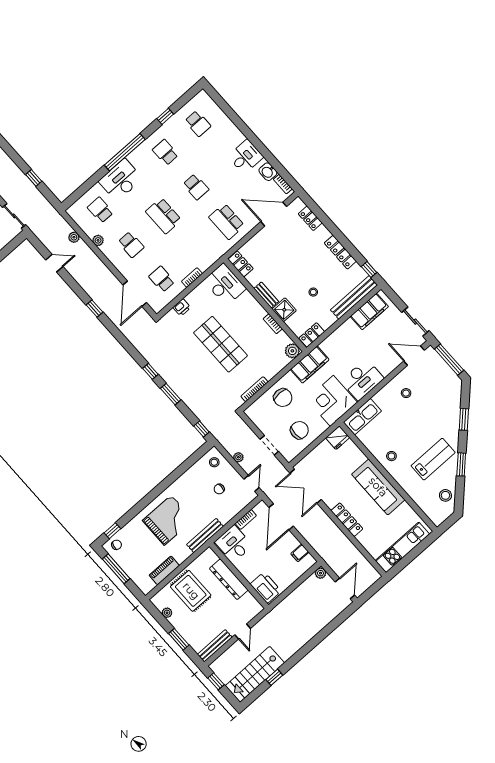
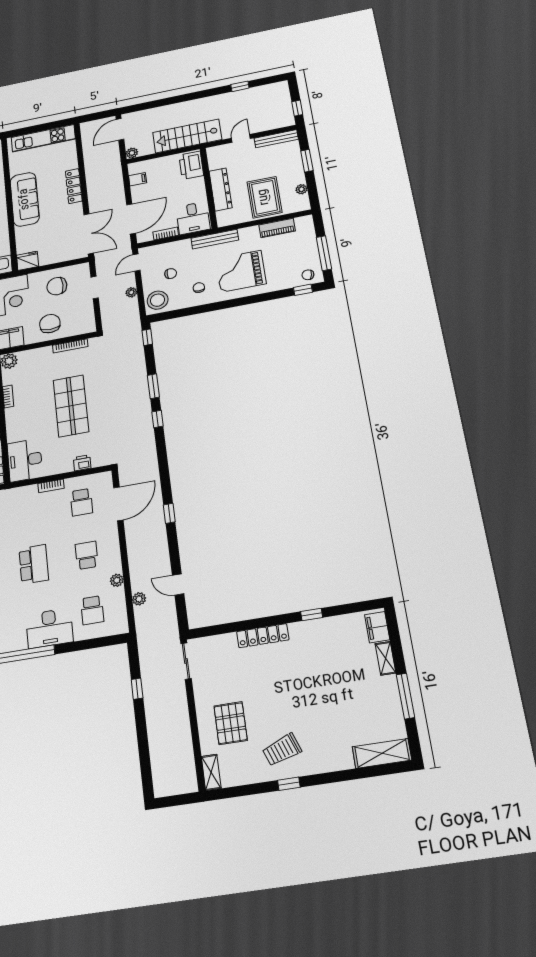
stool: (214, 462) -> (158, 300), width x1.89, depth x1.89
chair: (190, 490) -> (199, 288), added
stairs: (255, 674) -> (187, 136), moved, turned 180

